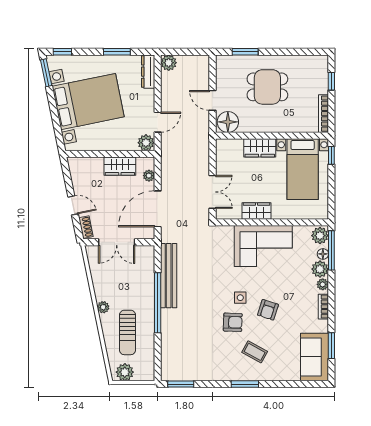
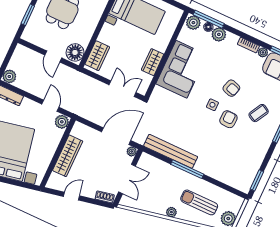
door: (213, 100) -> (53, 56), hinge flipped
wardrobe: (260, 148) -> (97, 56), moved
wardrobe: (120, 166) -> (68, 156), width x1.50
plant: (149, 176) -> (132, 151), moved
door: (73, 205) -> (72, 196), moved
door: (158, 209) -> (116, 136), swing flipped
plant: (323, 284) -> (263, 52), moved
window: (158, 303) -> (187, 169), width x0.68
sun lounger: (128, 332) -> (199, 202), turned 180

